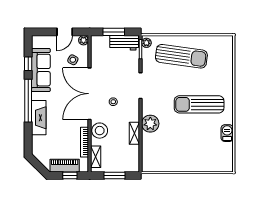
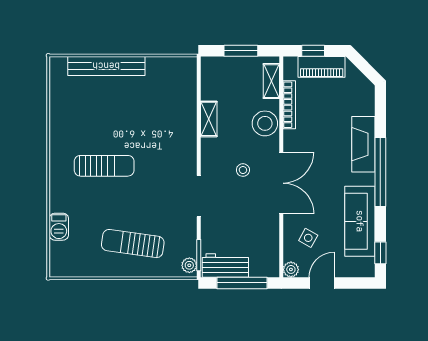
window: (114, 32) -> (242, 283), width x1.44
sun lounger: (181, 56) -> (133, 244), width x0.73, depth x0.75
window: (28, 64) -> (380, 253), moved
double door: (90, 94) -> (281, 183), width x0.73
sun lounger: (199, 104) -> (104, 166), width x0.73, depth x0.75
plant: (150, 124) -> (183, 135), removed
barbecue: (227, 133) -> (59, 227), moved
bench: (198, 166) -> (106, 66), added

